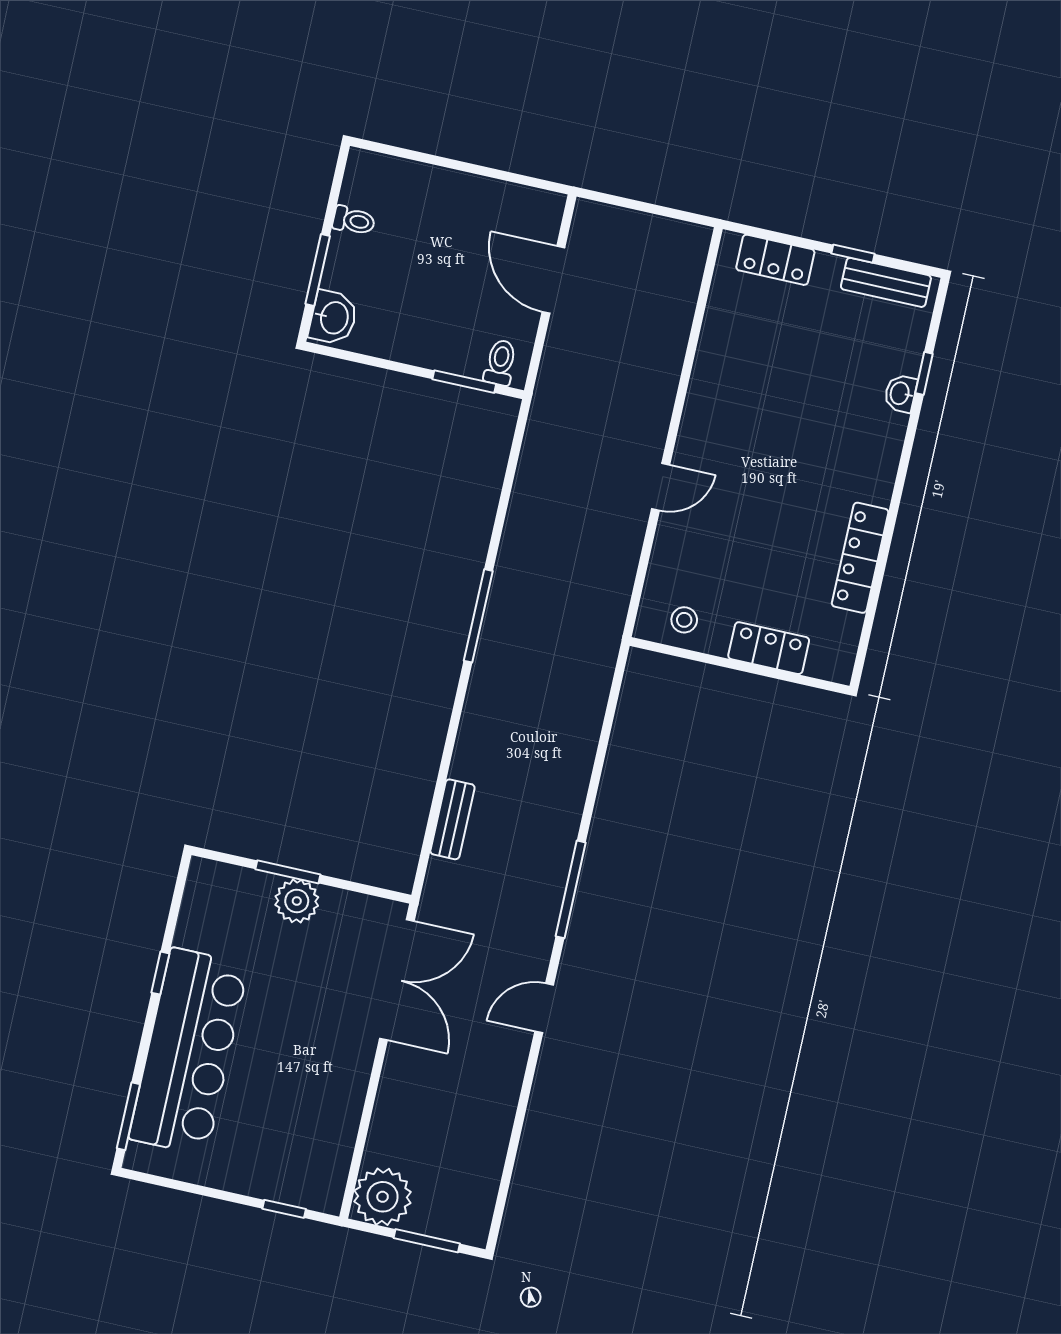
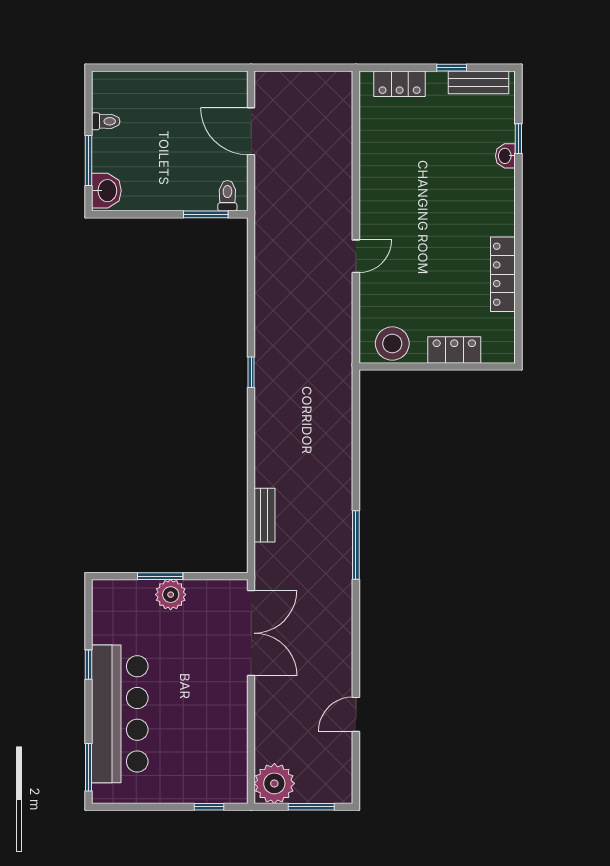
window: (478, 616) -> (251, 372), width x0.46
stool: (684, 620) -> (392, 344), width x1.89, depth x1.89
door: (544, 1008) -> (356, 714), moved

